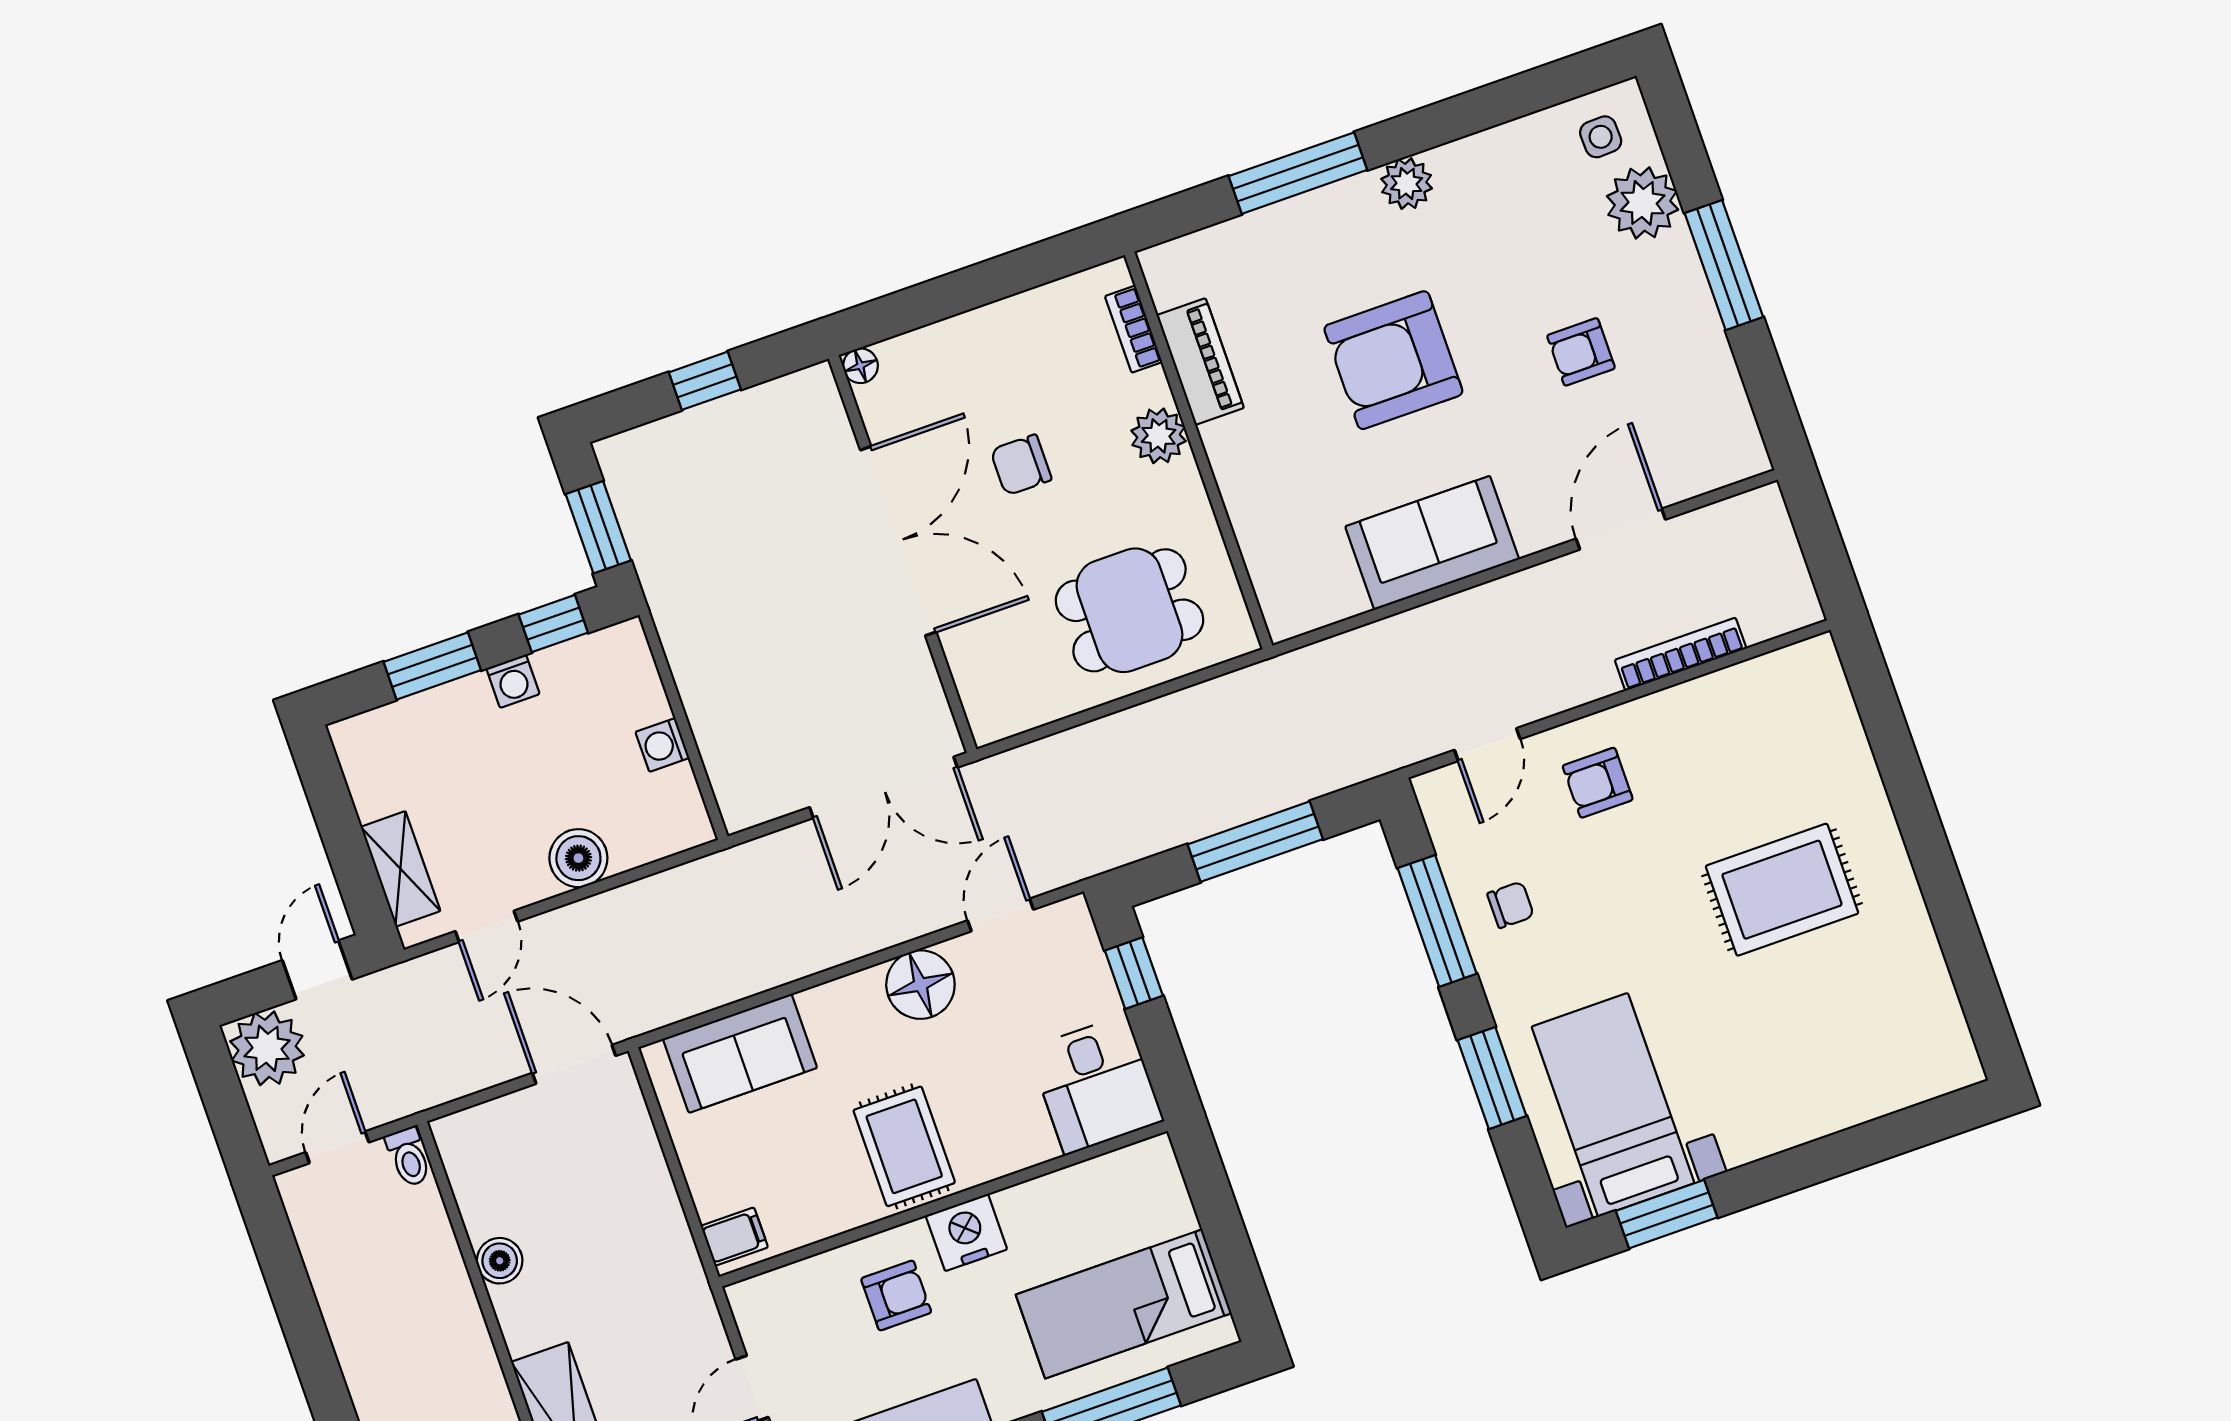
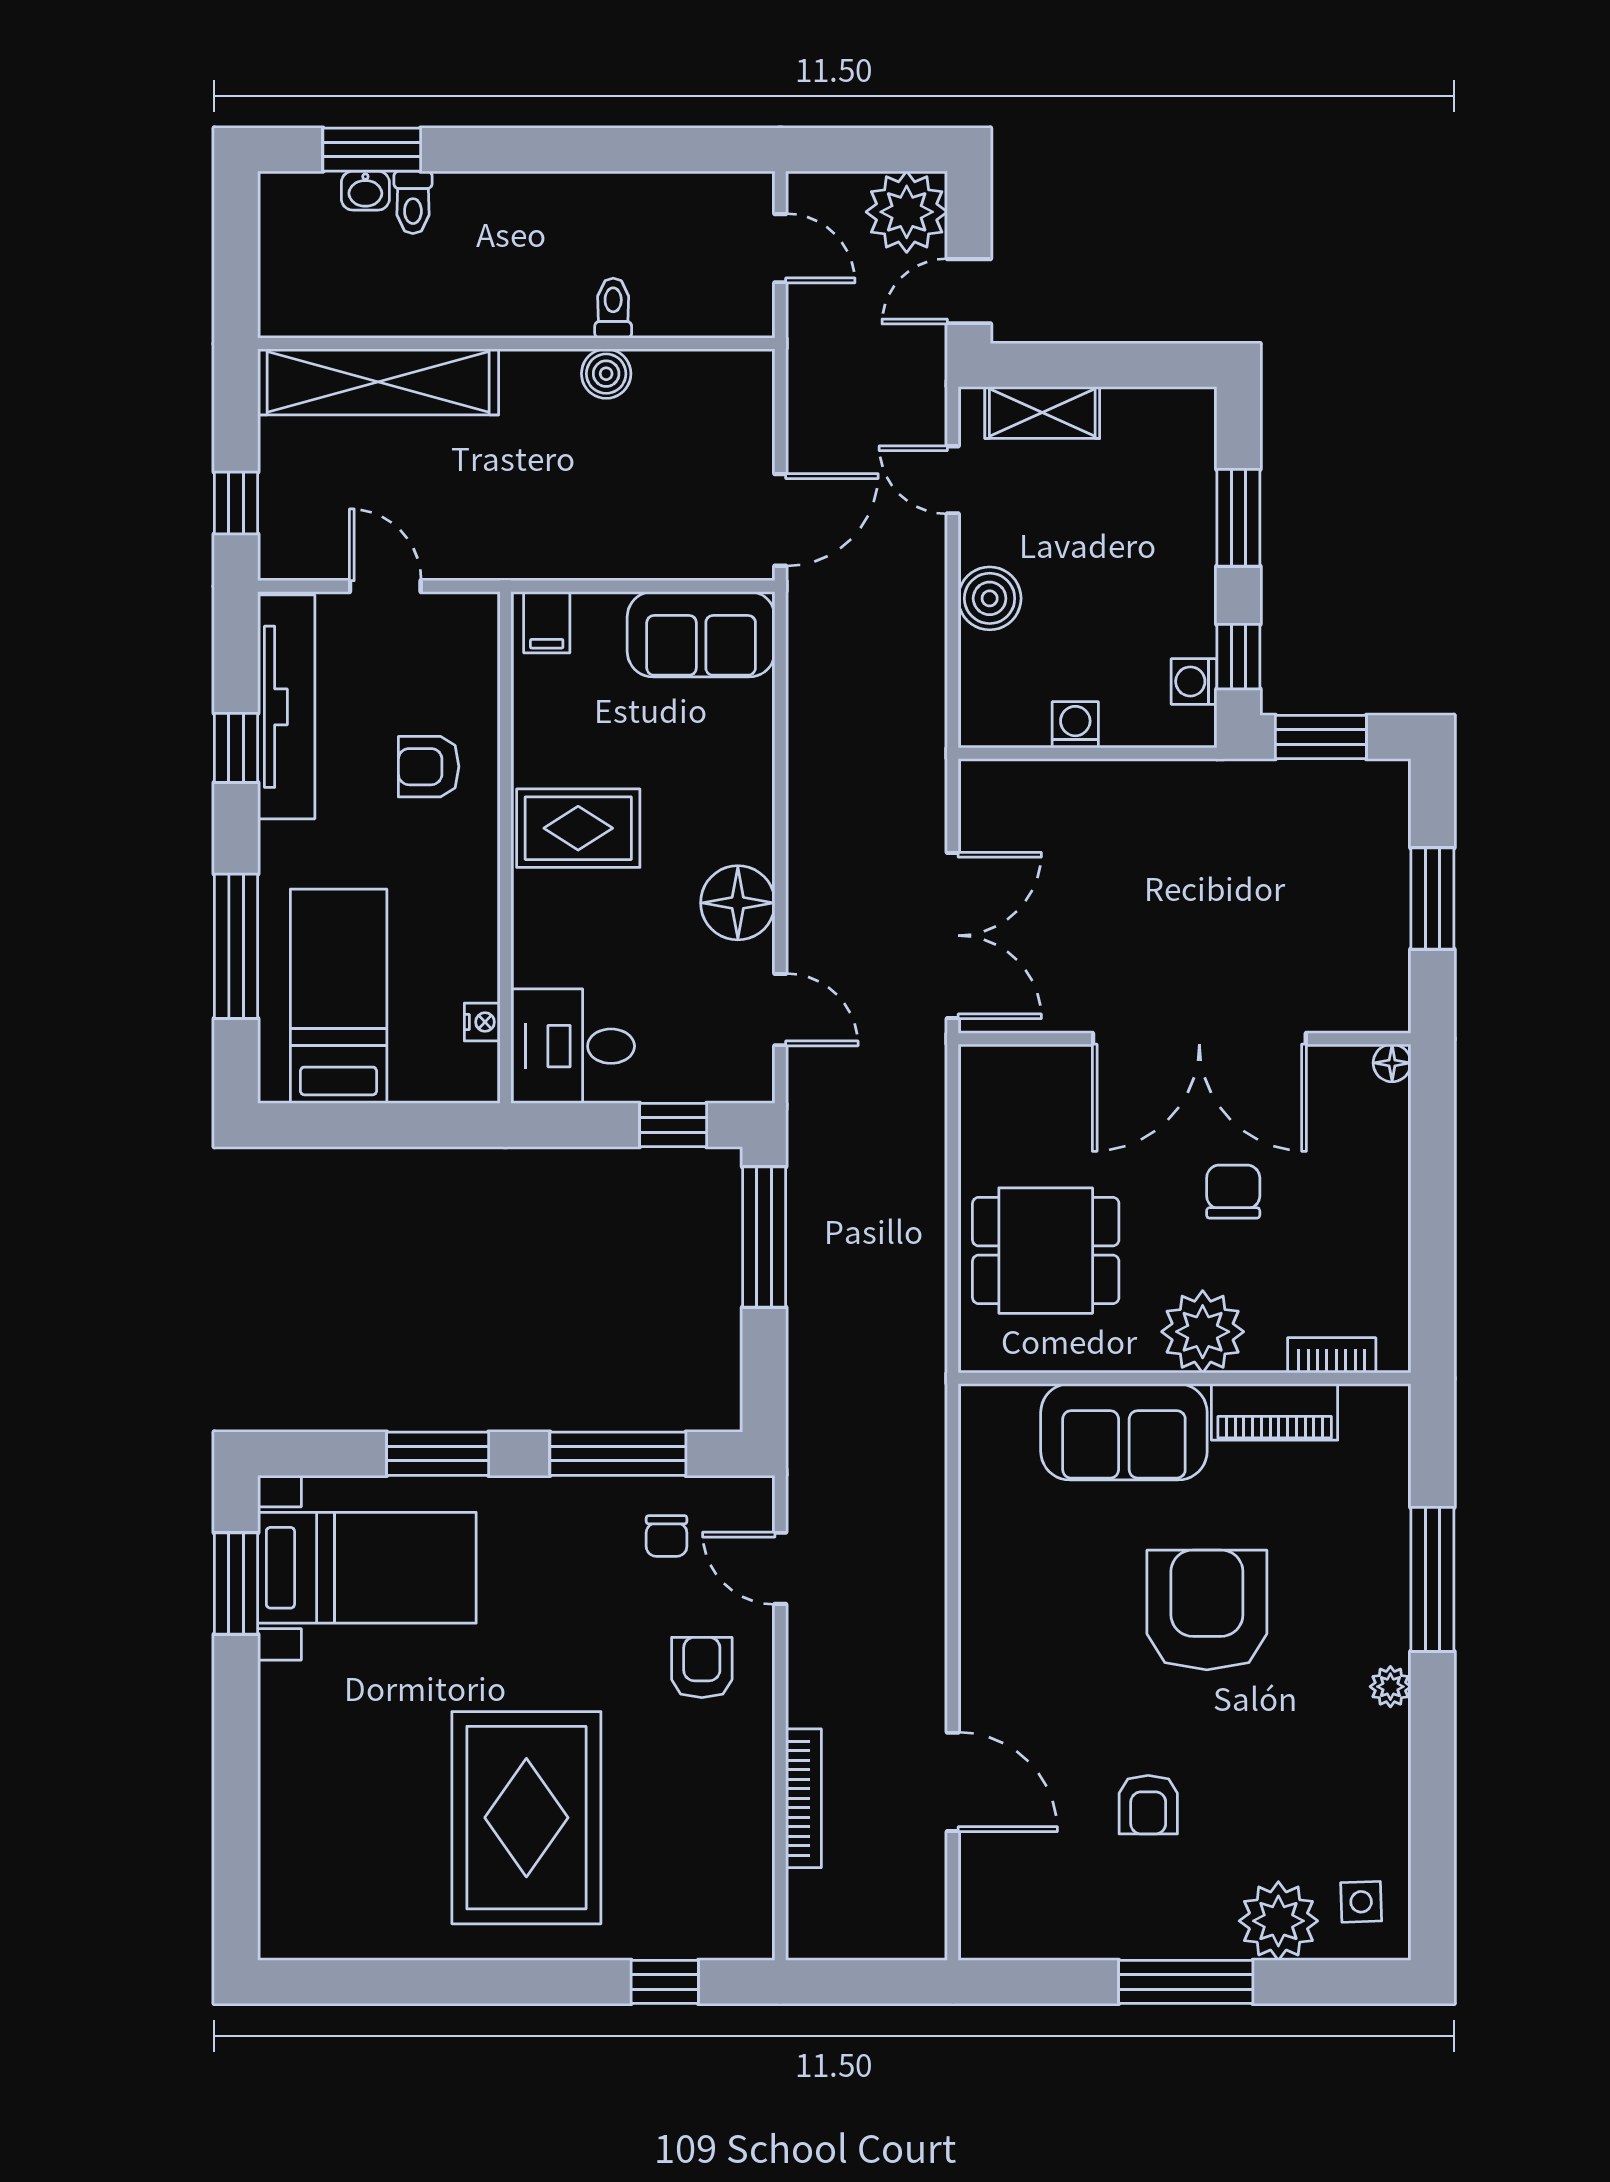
plant: (1407, 184) -> (1390, 1687), width x0.73, depth x0.73
armchair: (1581, 352) -> (1148, 1805), turned 180
window: (705, 381) -> (1432, 898), width x1.50
plant: (1159, 436) -> (1203, 1332), width x1.36, depth x1.36
sofa: (1432, 543) -> (1124, 1432), moved, turned 90
dining table: (1129, 610) -> (1046, 1251), turned 90
washing machine: (513, 681) -> (1194, 681), moved
window: (1883, 719) -> (665, 1982), added
double door: (883, 787) -> (953, 936), swing flipped
window: (1255, 842) -> (764, 1237), moved
rug: (1782, 890) -> (526, 1818), width x1.37, depth x1.44
chair: (1511, 905) -> (667, 1536), moved
door: (317, 970) -> (969, 291), swing flipped
sofa: (740, 1053) -> (701, 634), moved, turned -90
toilet: (409, 1157) -> (613, 308), moved, turned 90
nightstand: (966, 1232) -> (482, 1022), moved, width x0.53, depth x0.56
armchair: (896, 1296) -> (429, 767), turned 90

